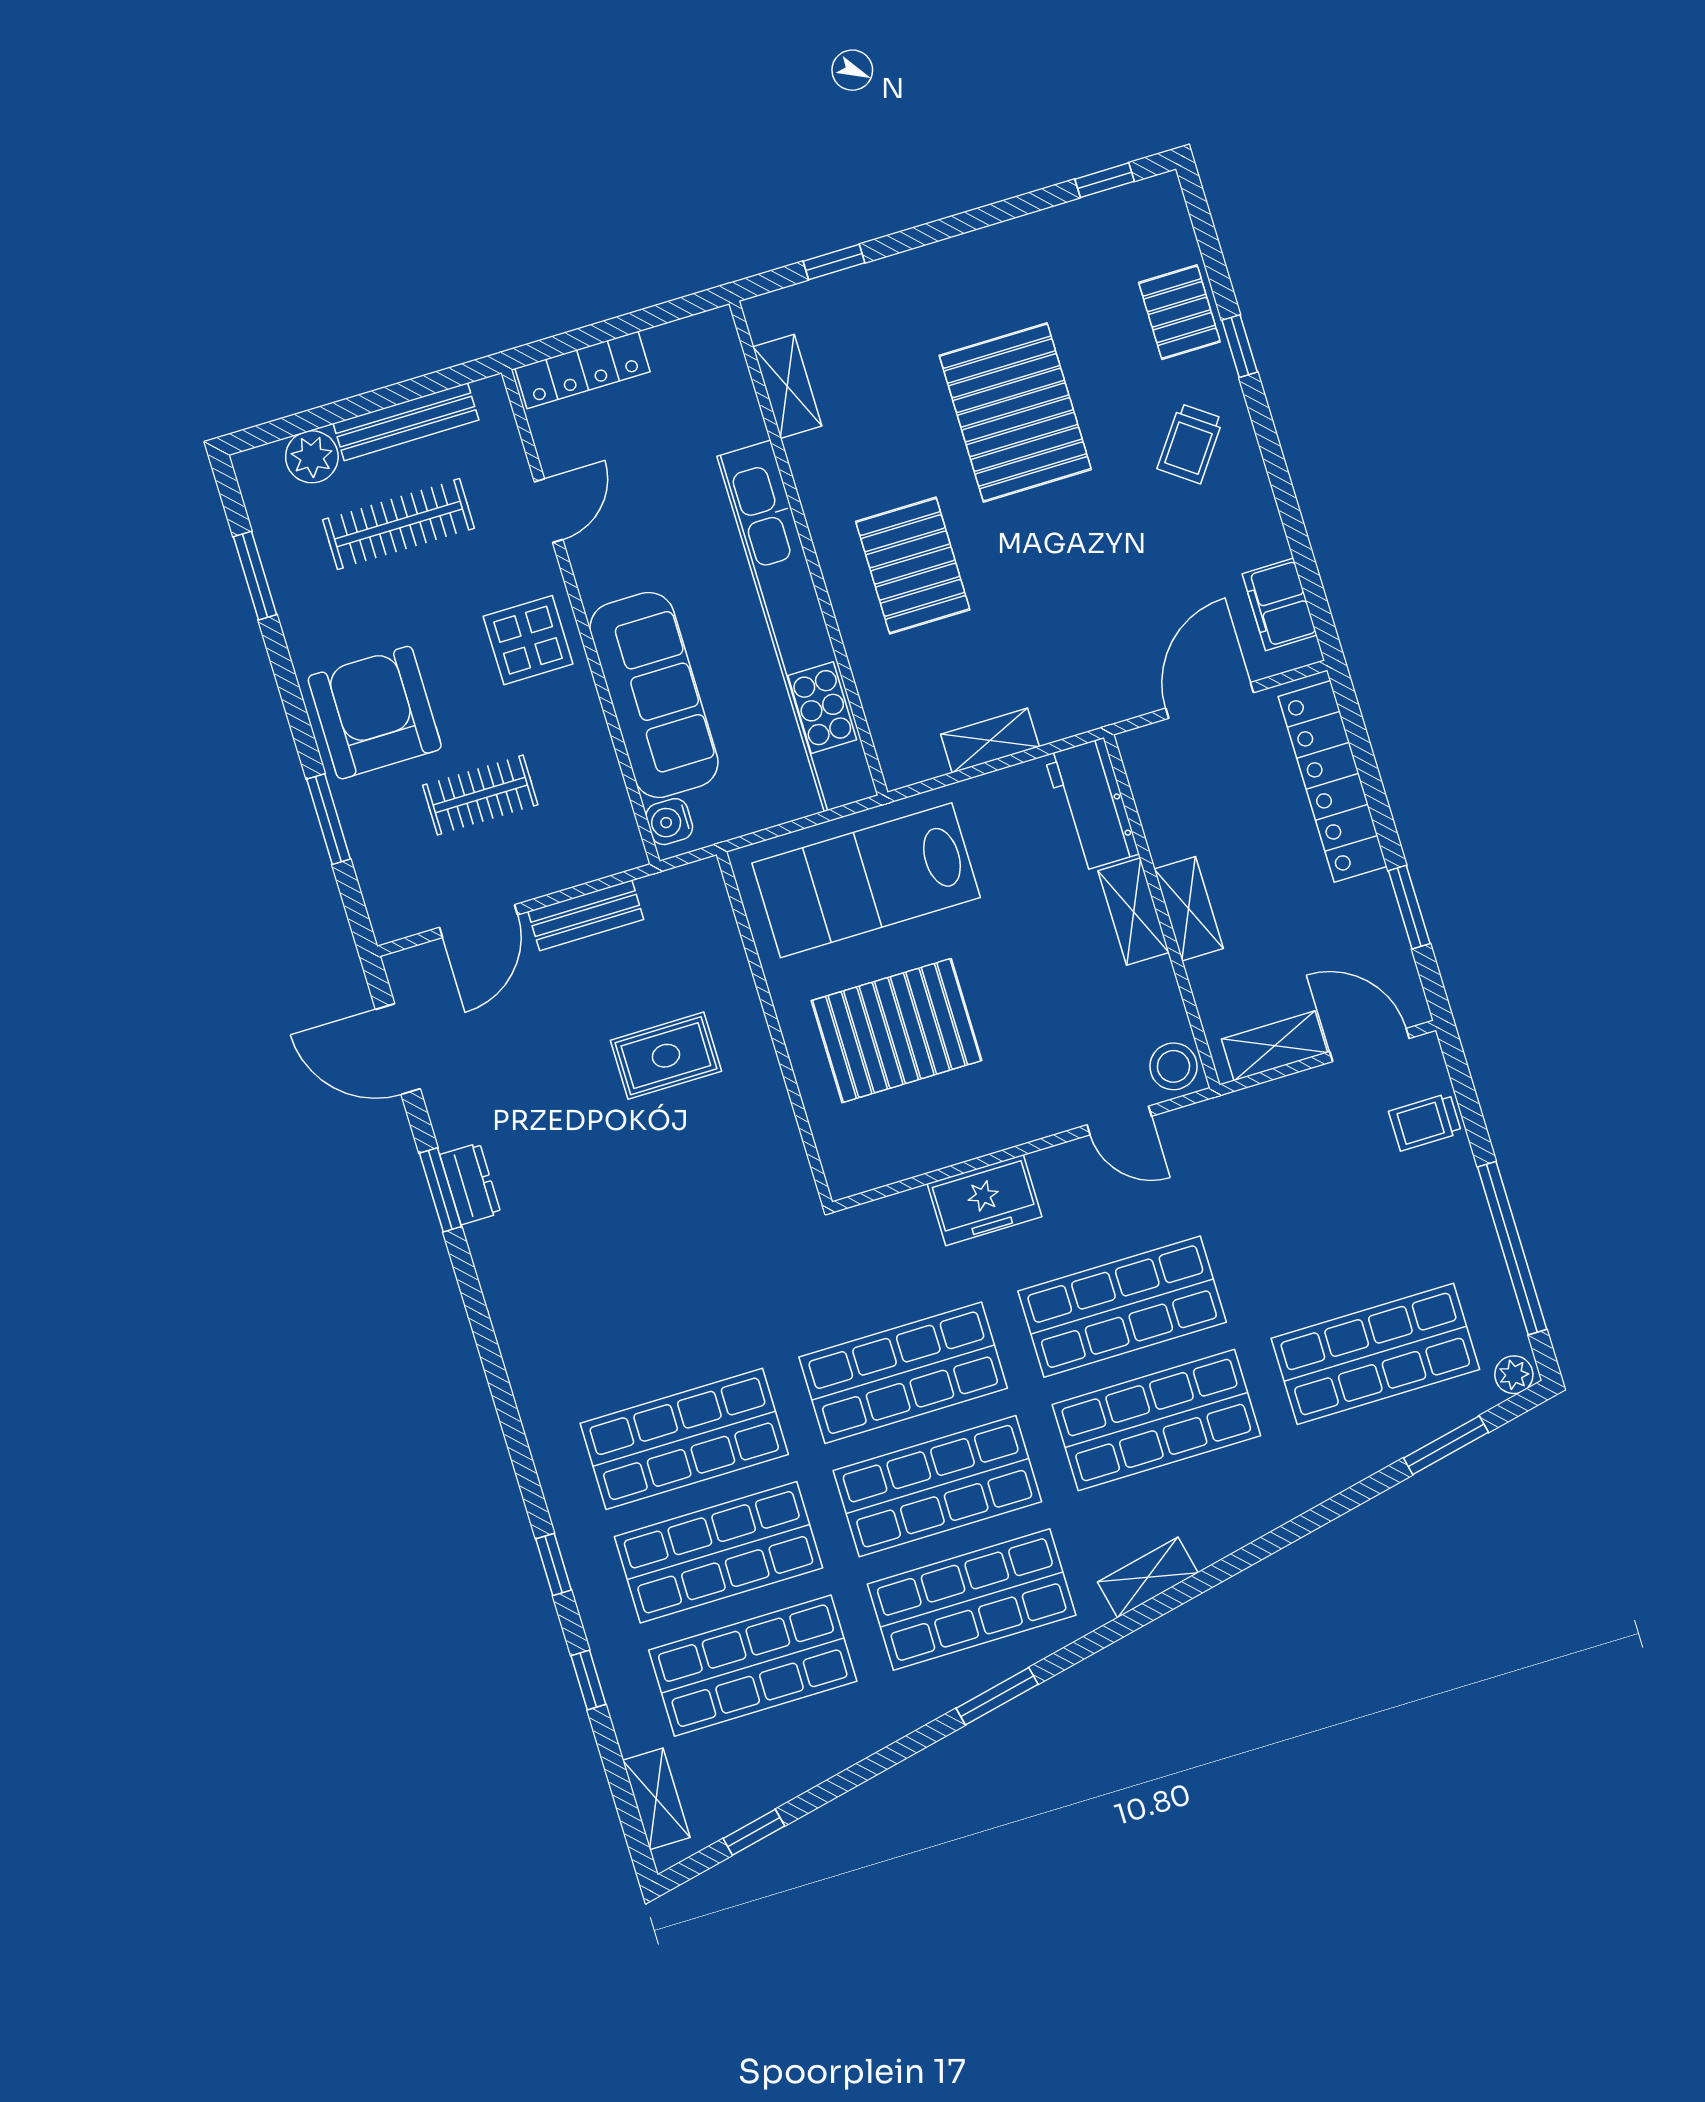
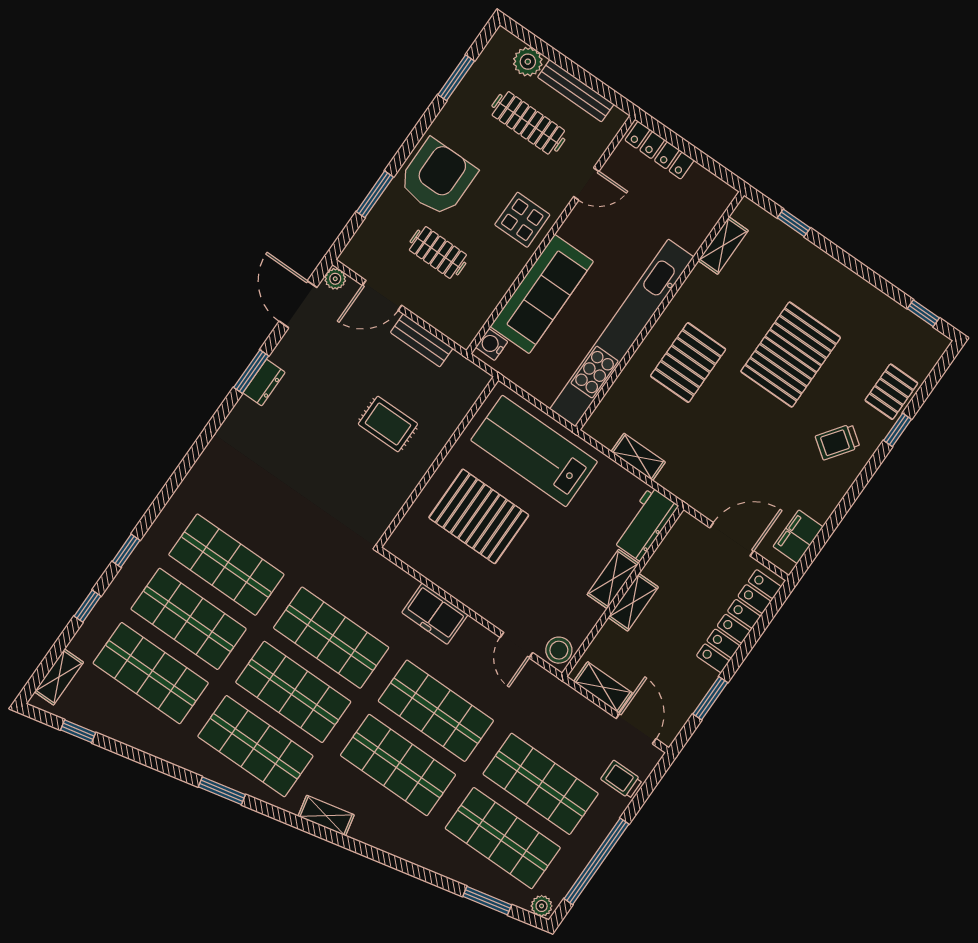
plant: (403, 969) -> (335, 279), added
shop shelf: (1341, 1241) -> (541, 784), added

